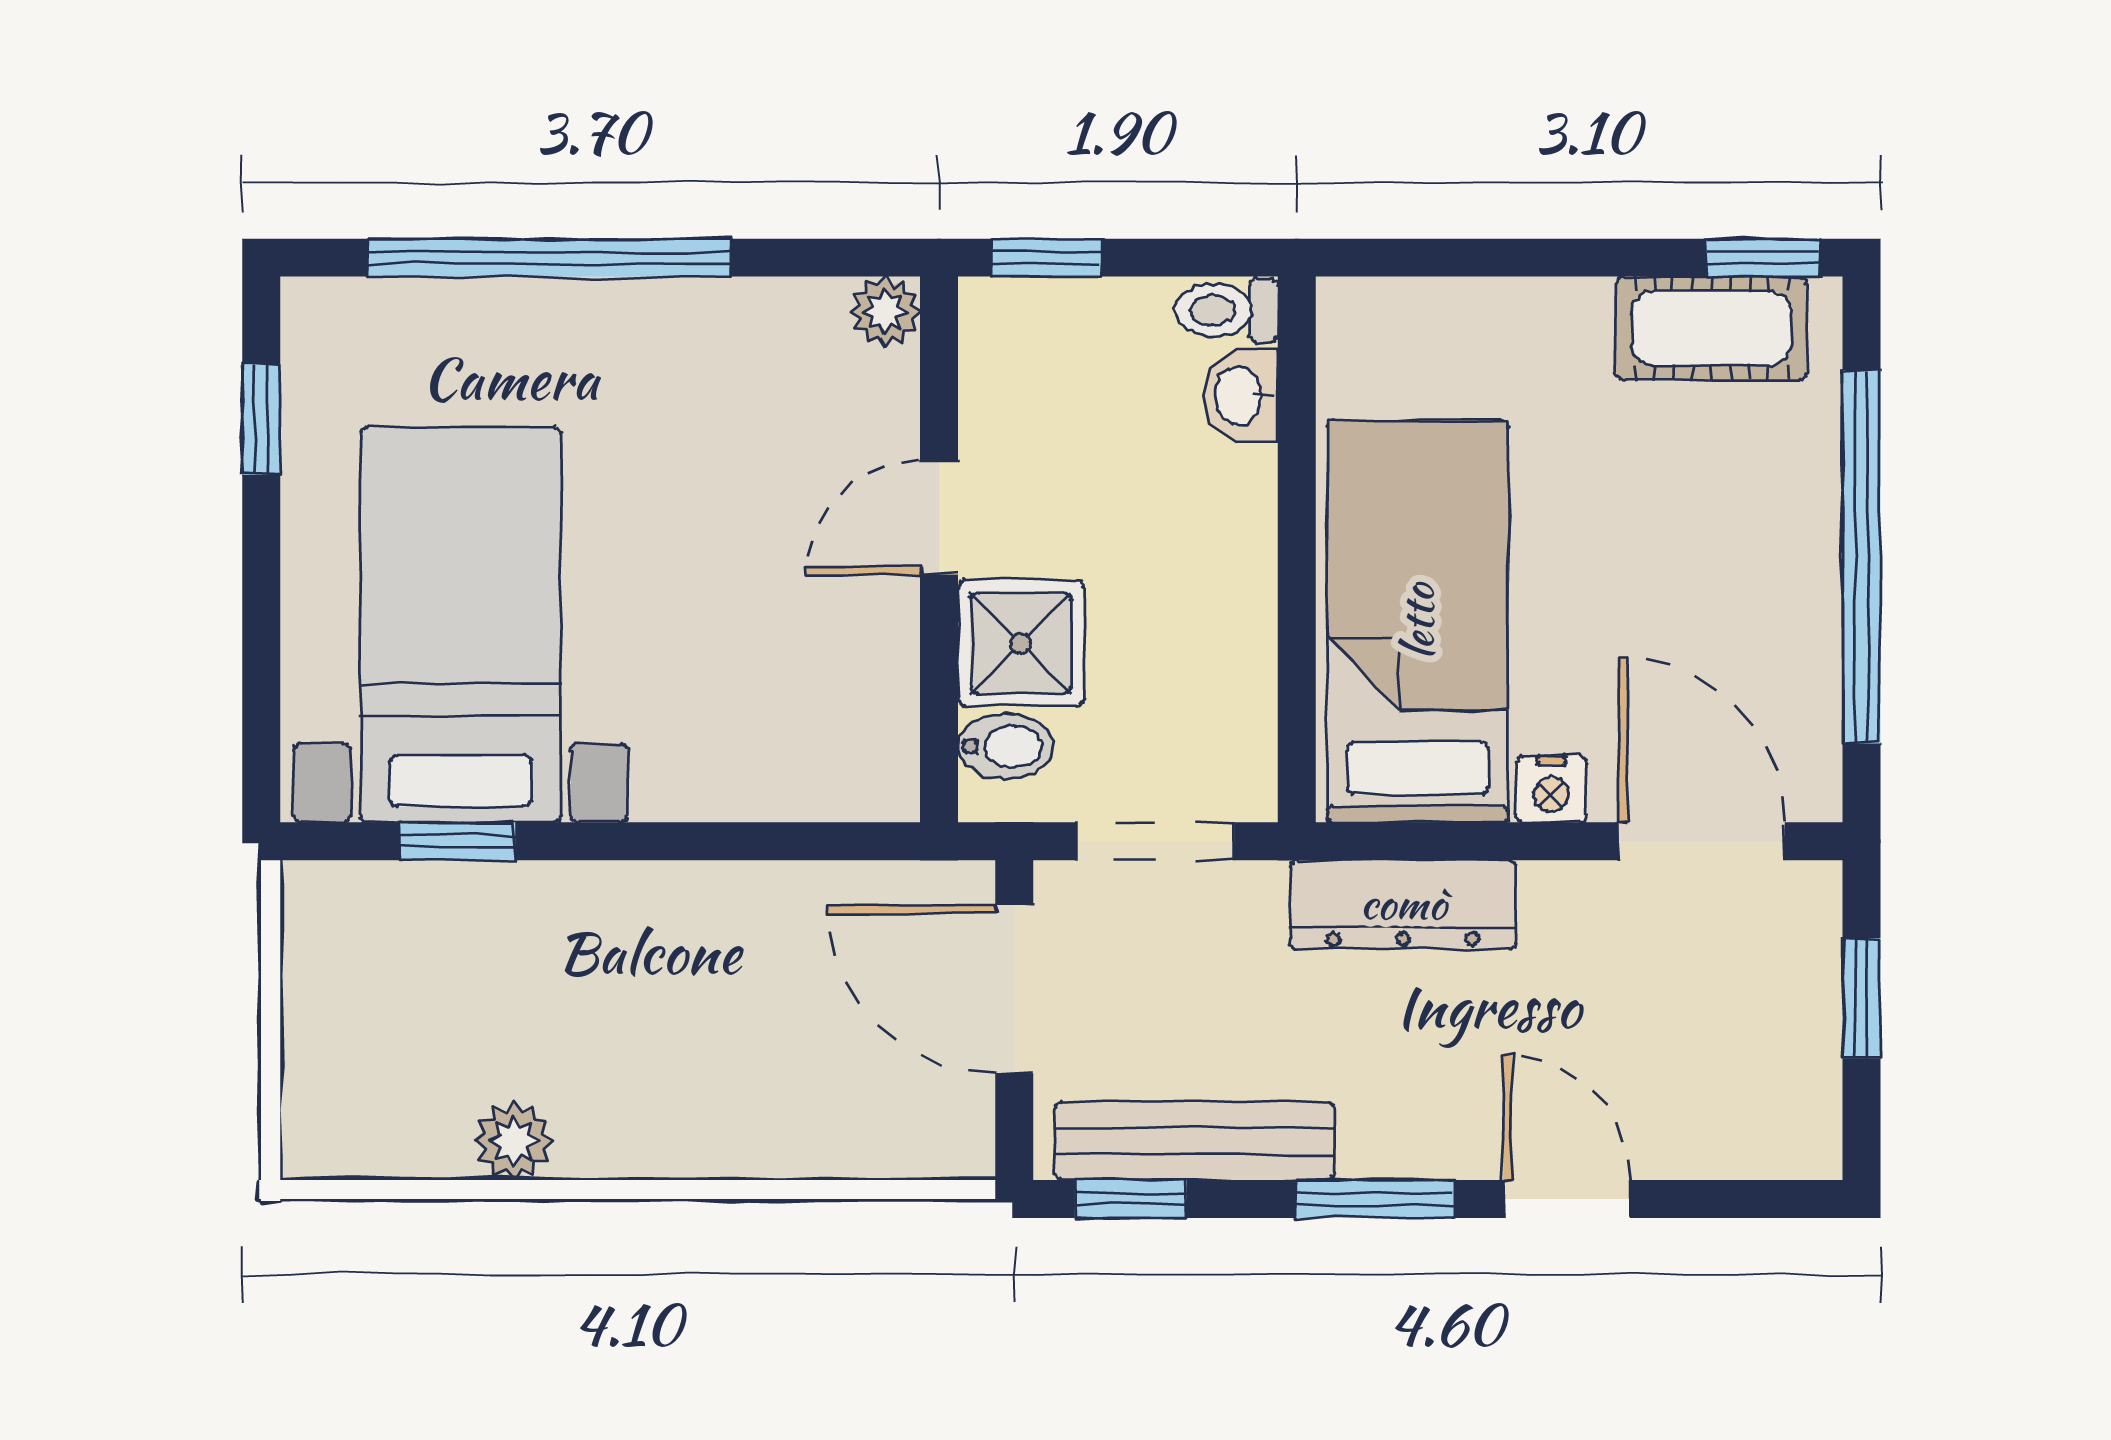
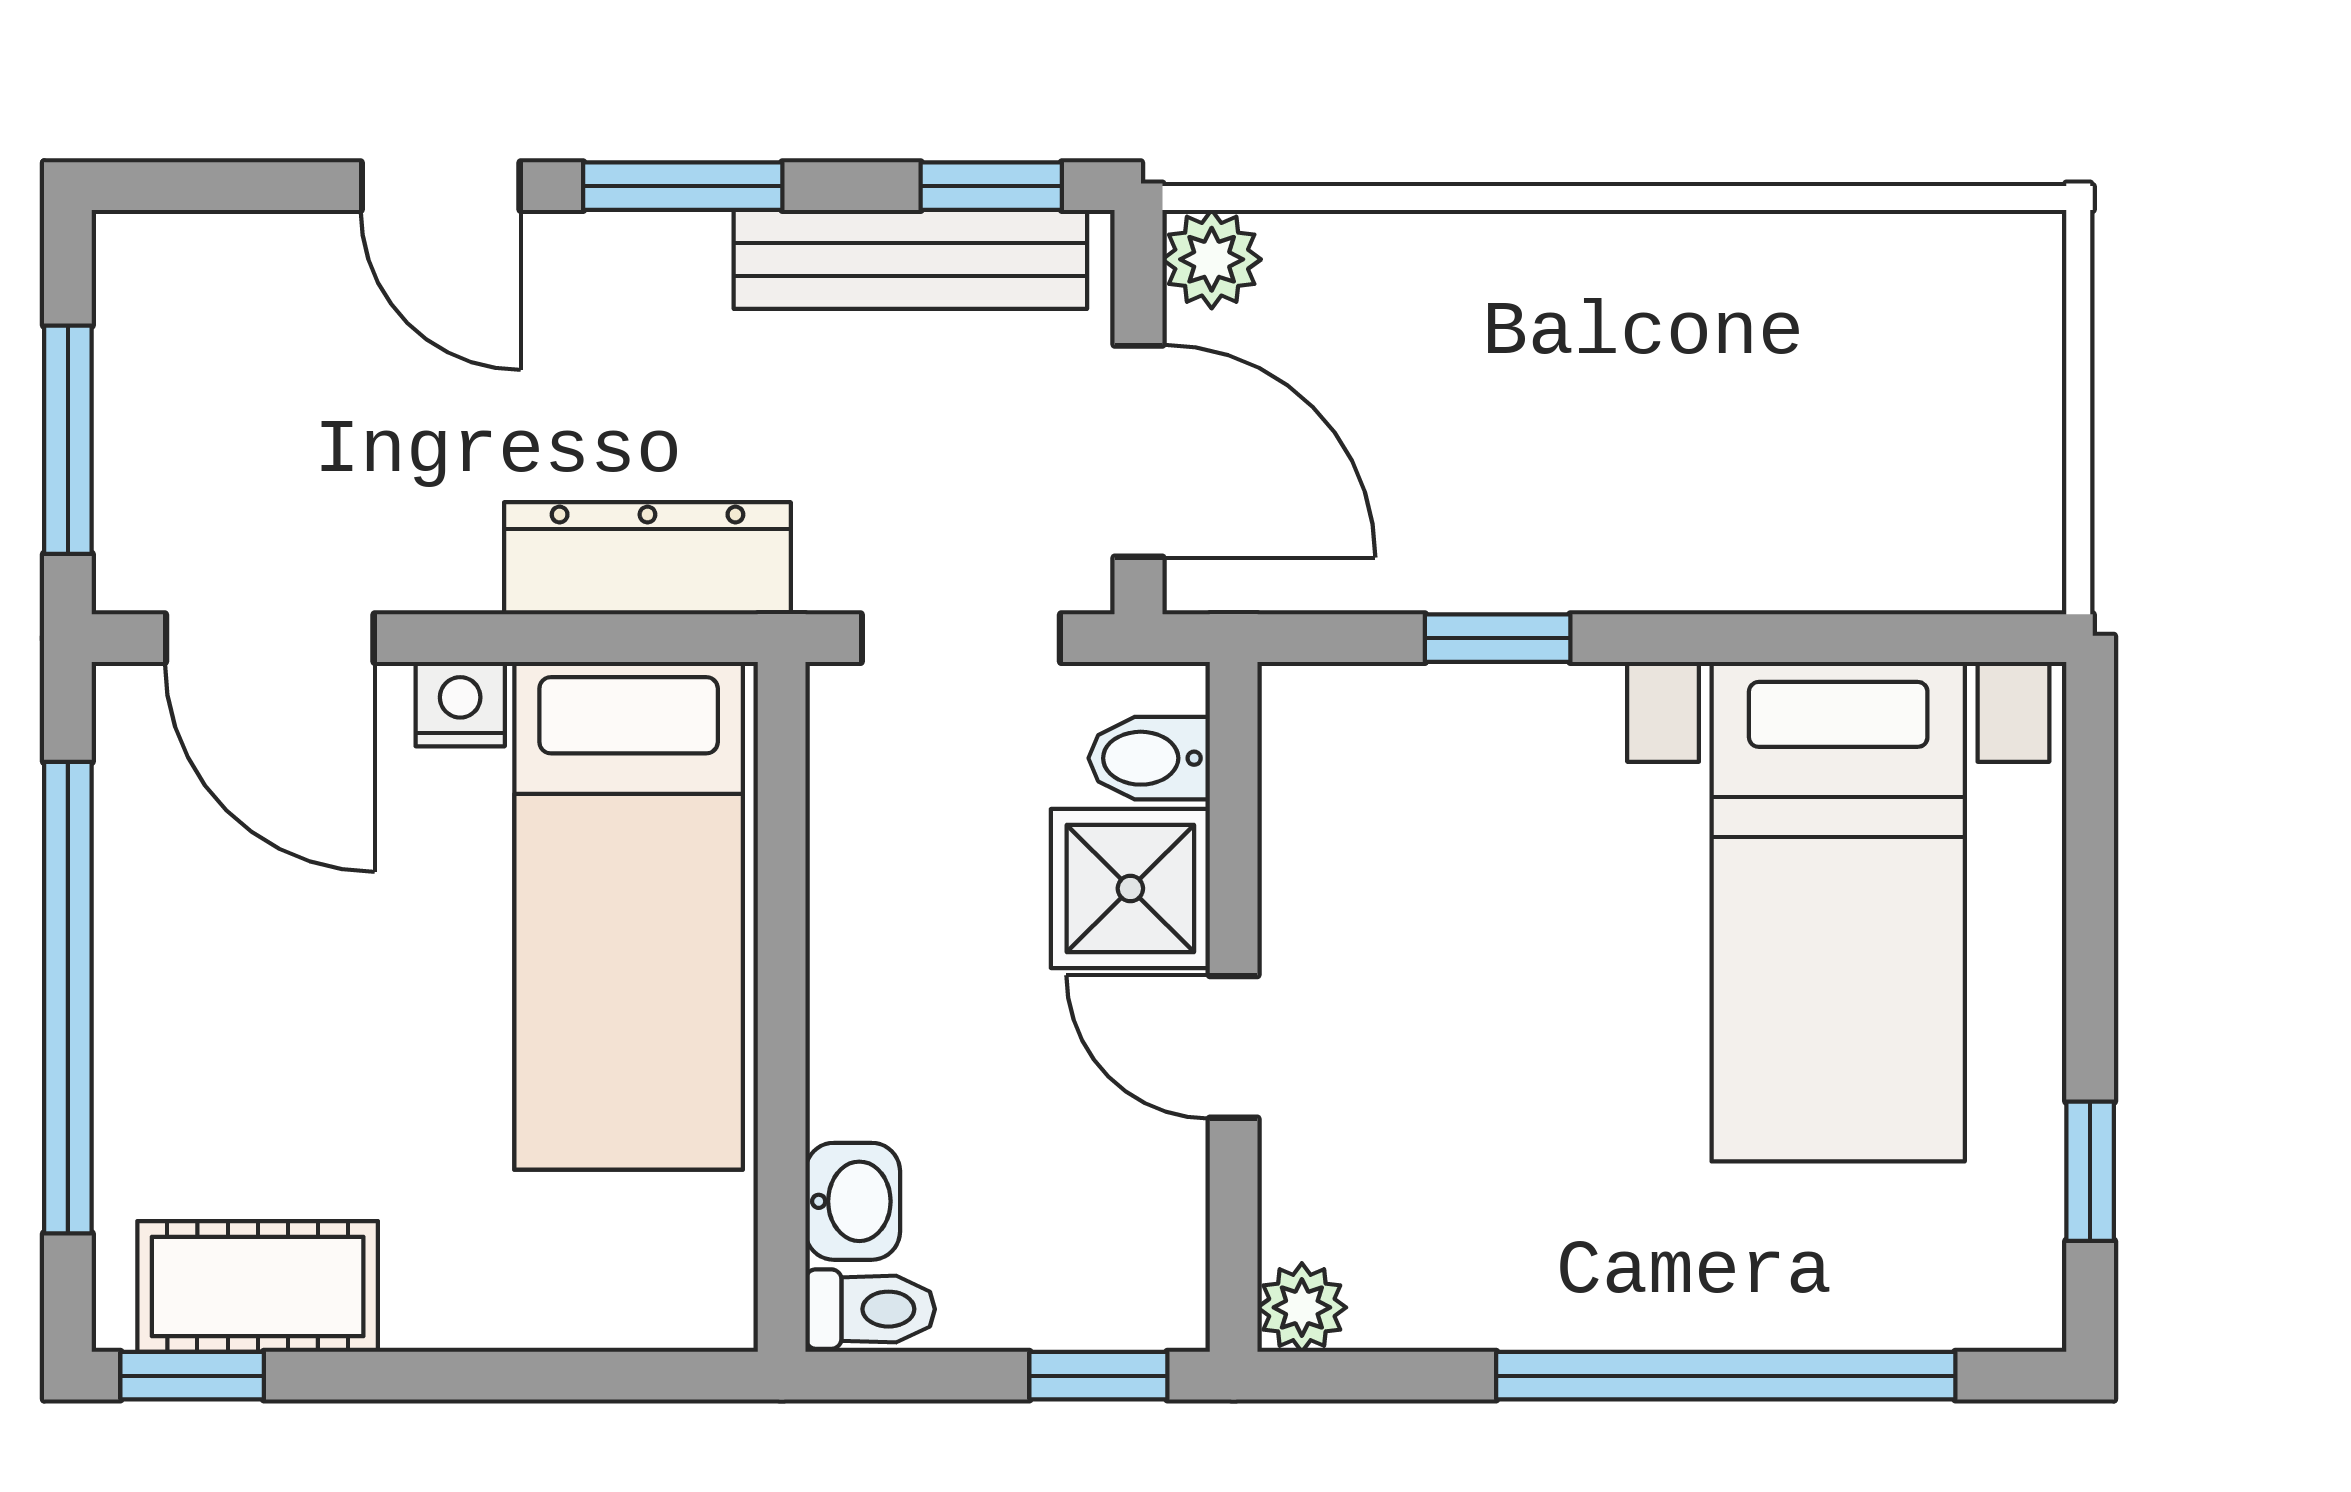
door: (939, 518) -> (1234, 1047), swing flipped
window: (458, 841) -> (1498, 638), moved
window: (1861, 998) -> (68, 440), width x1.50
plant: (514, 1141) -> (1212, 259), moved

